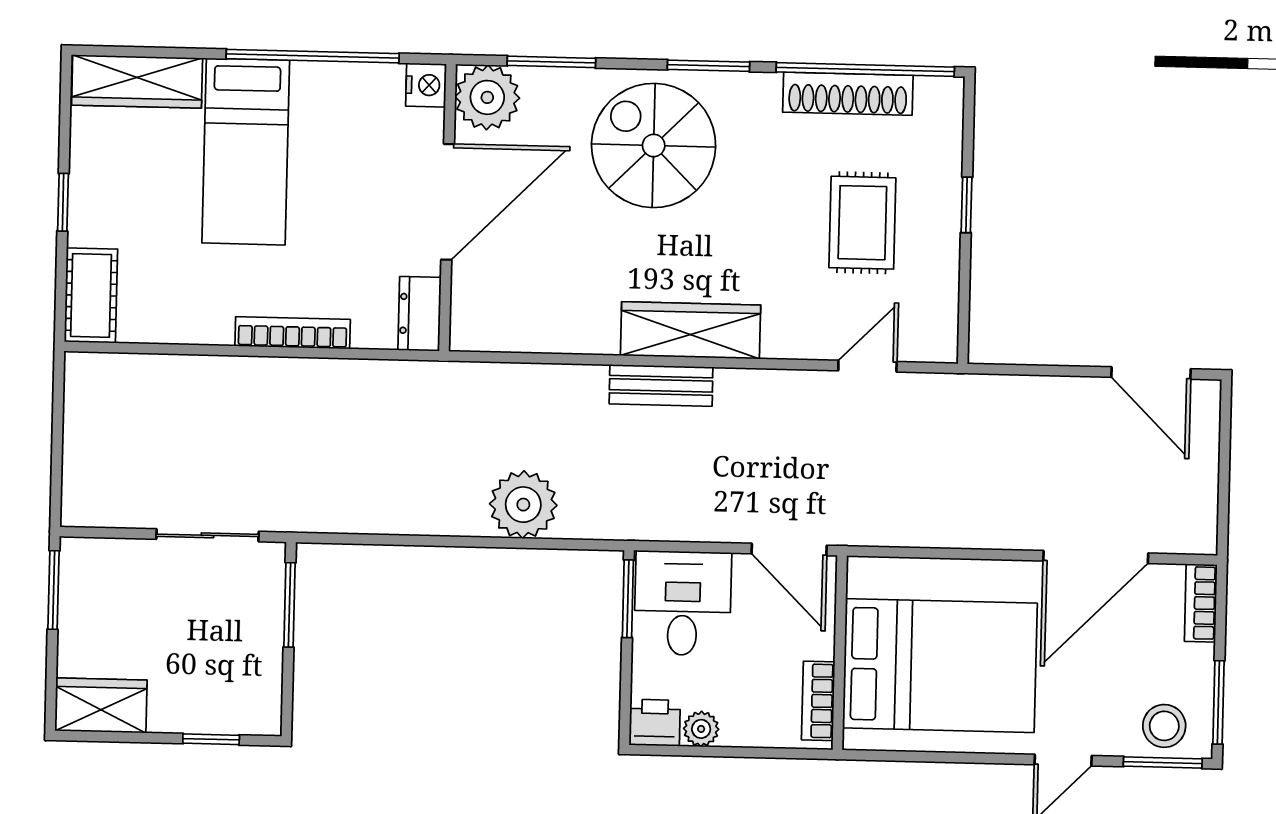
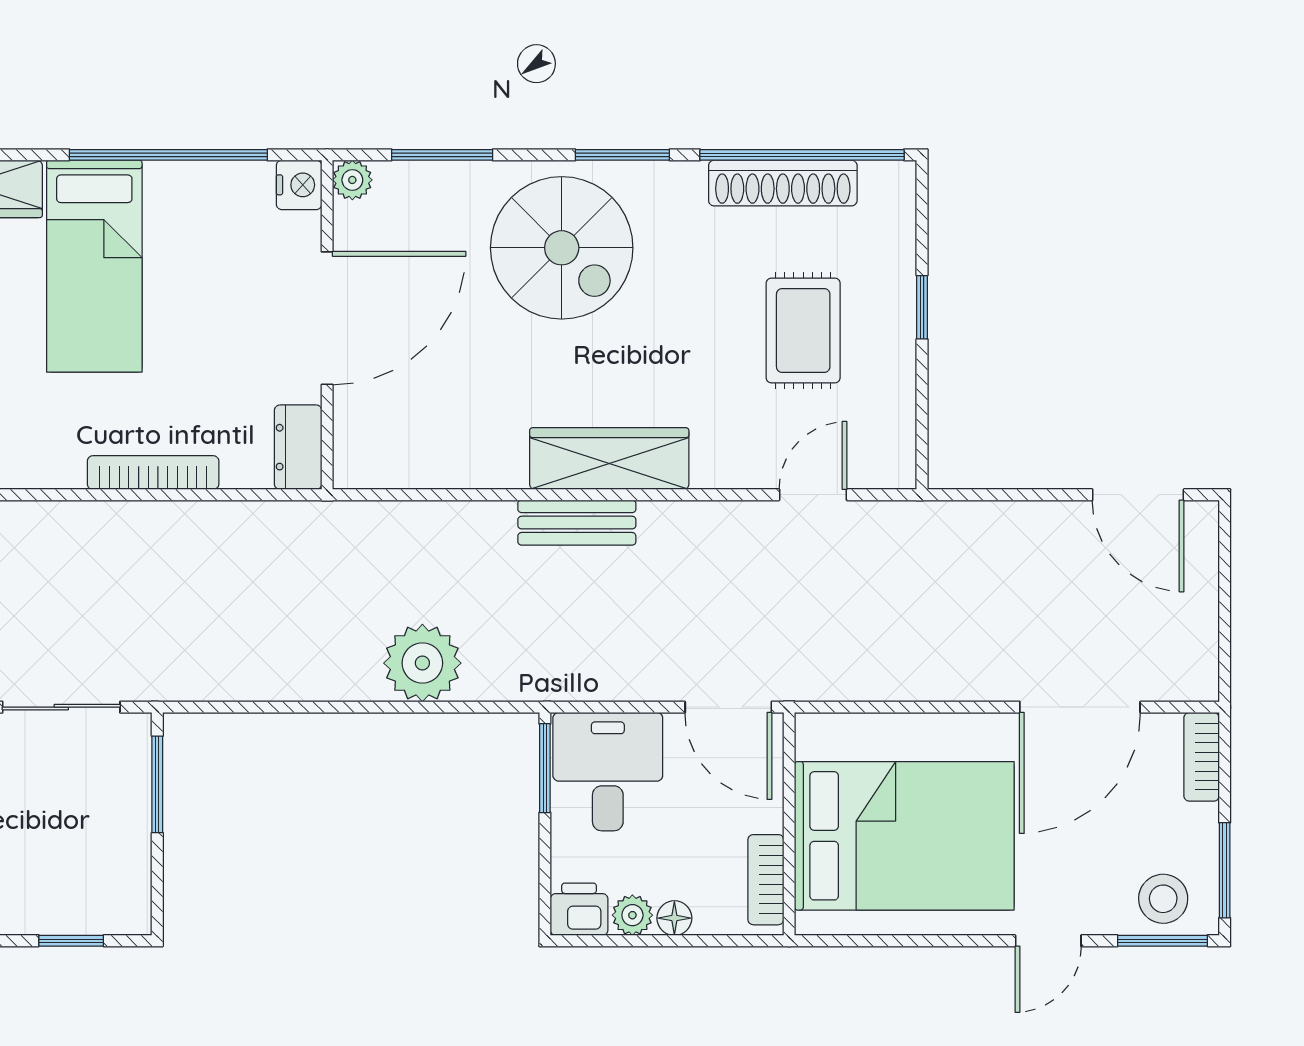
plant: (487, 97) -> (352, 180), width x0.53, depth x0.53
spiral stairs: (654, 146) -> (562, 248), turned 180
floor lamp: (738, 732) -> (674, 918), added

